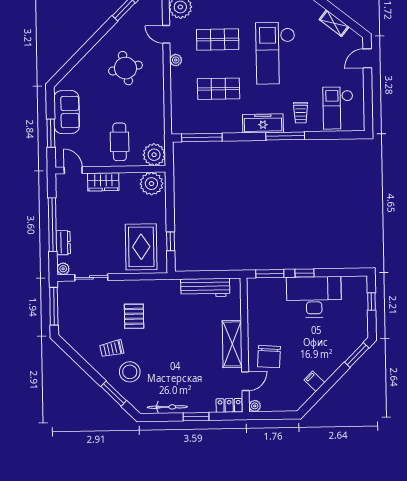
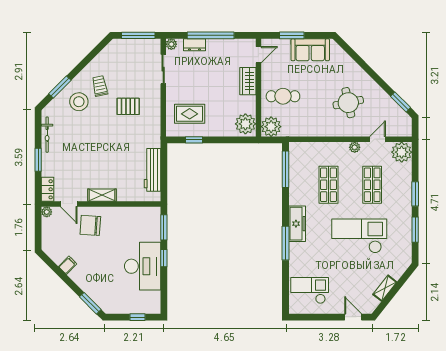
trolley: (301, 113) -> (306, 257), removed
rug: (141, 247) -> (190, 114), width x0.73, depth x0.70
shelving: (232, 344) -> (102, 195), width x0.67, depth x0.75

